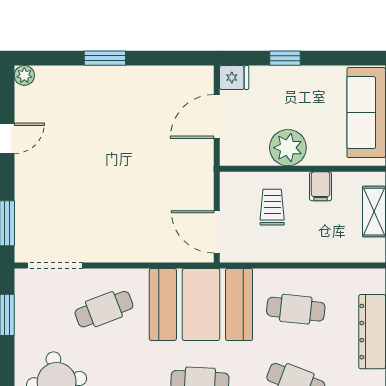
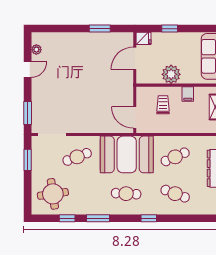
window: (105, 58) -> (100, 29), moved
plant: (24, 75) -> (36, 50), moved
cafe table: (296, 309) -> (175, 157), turned -30

